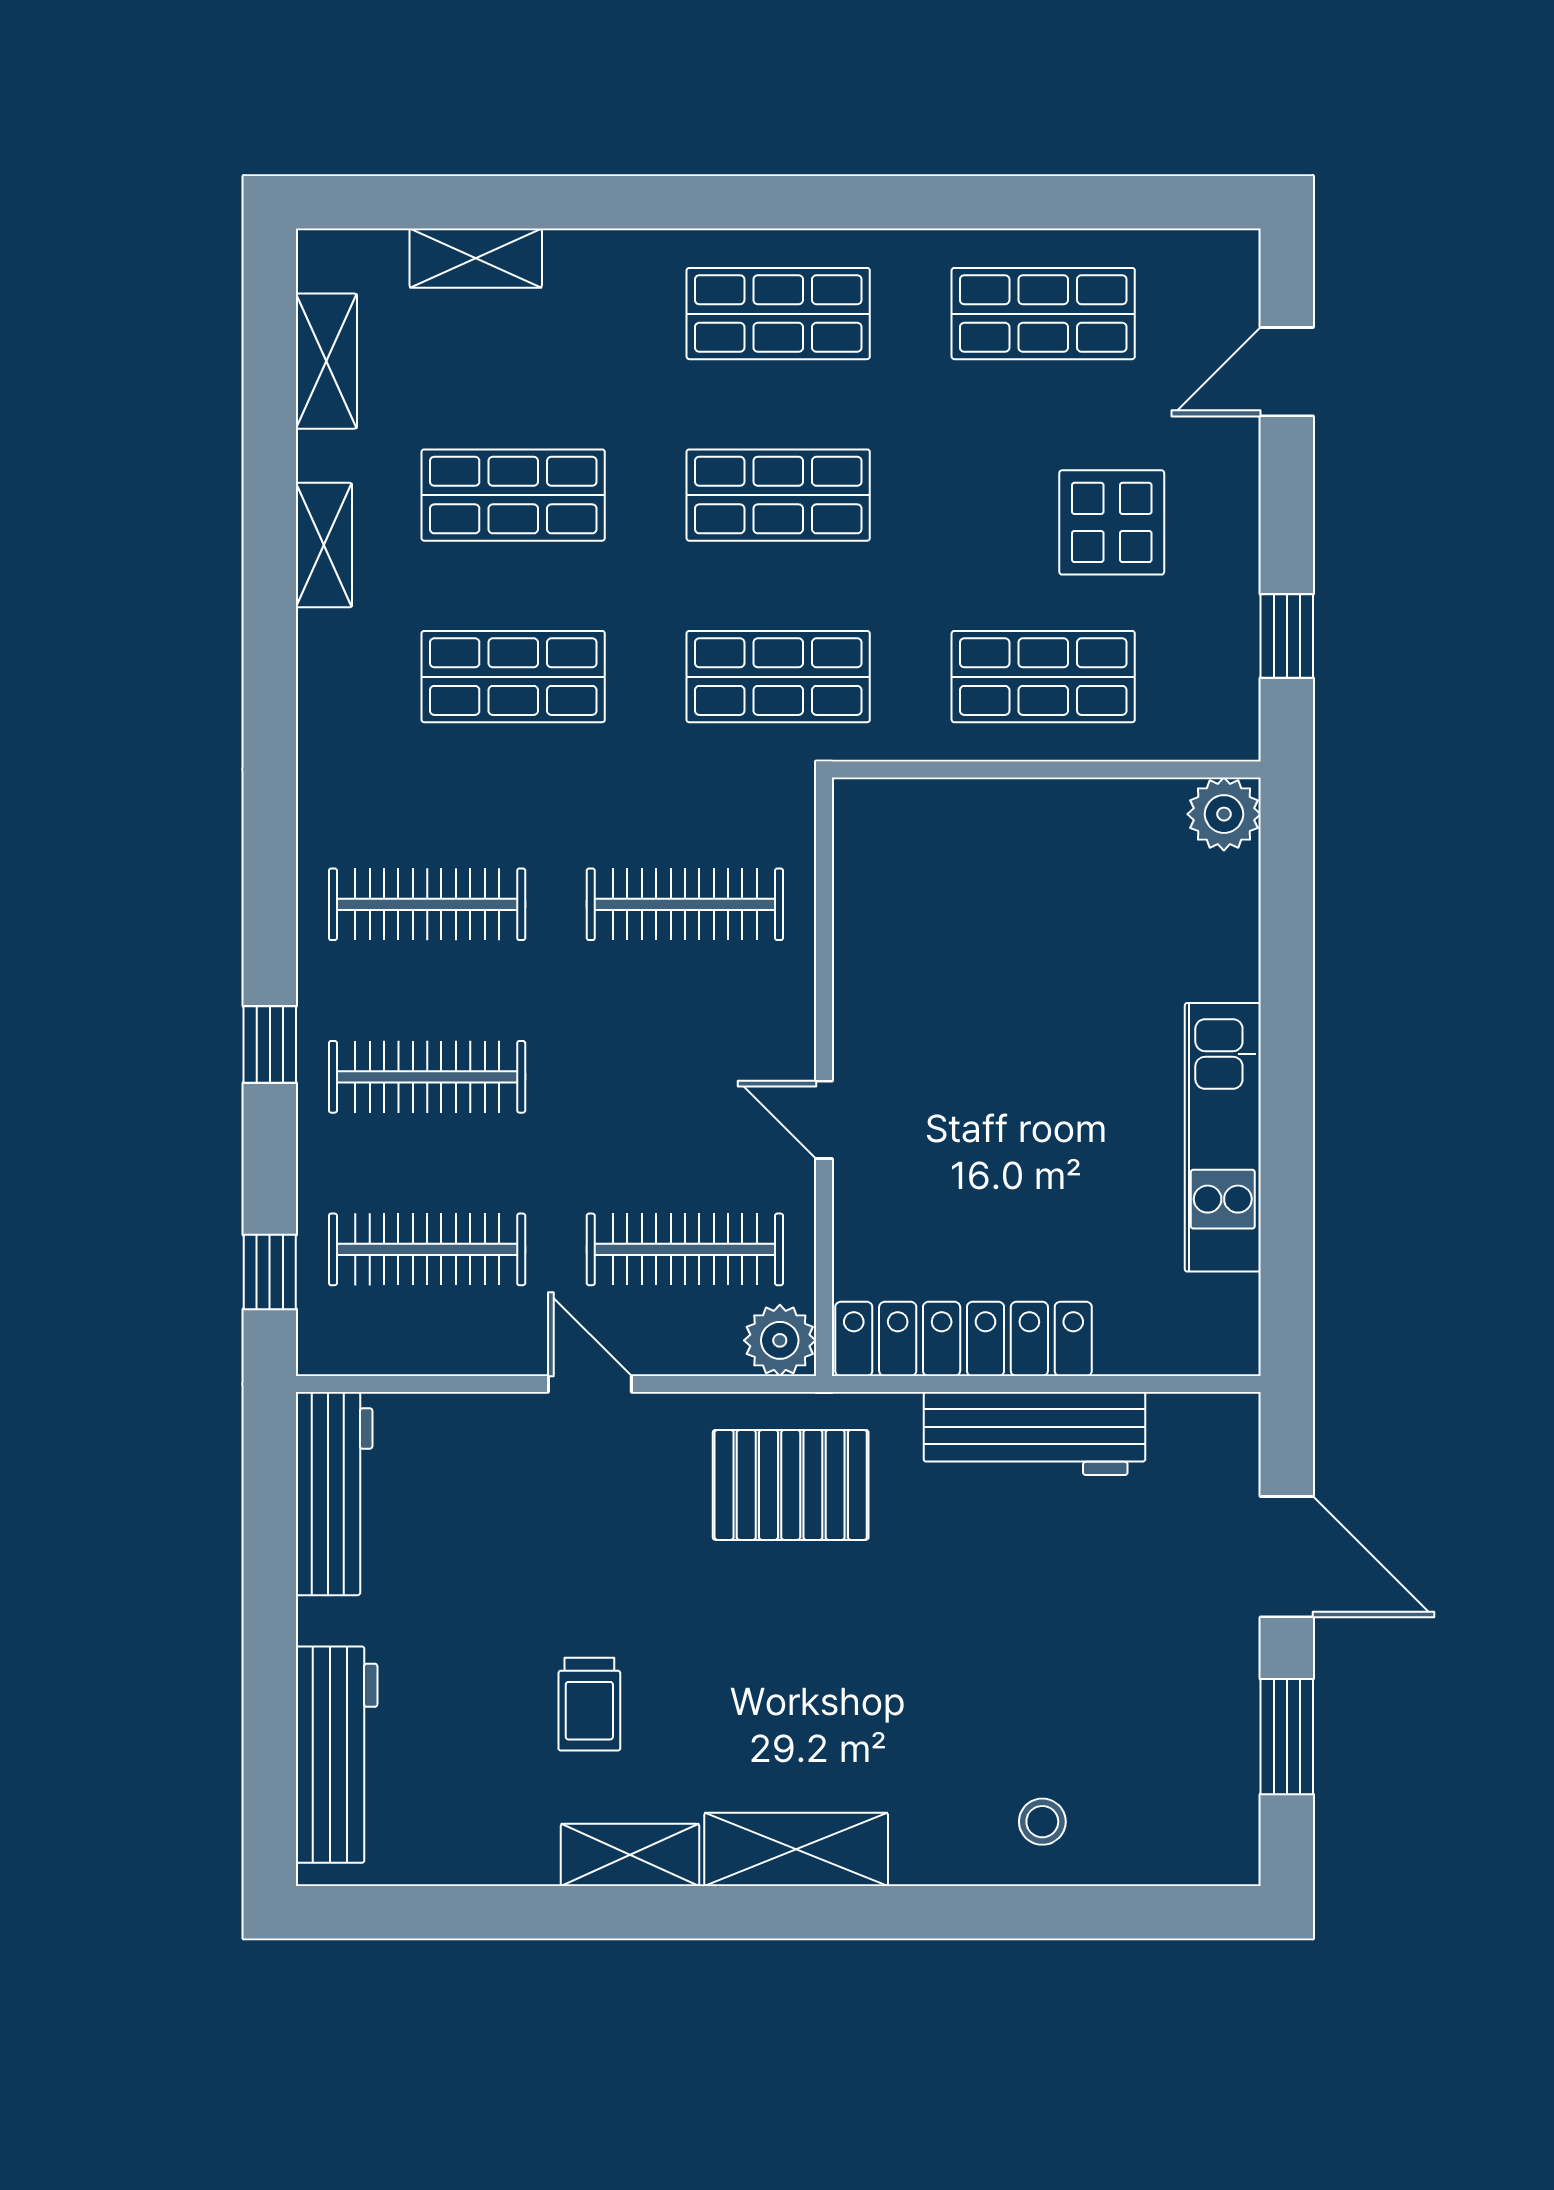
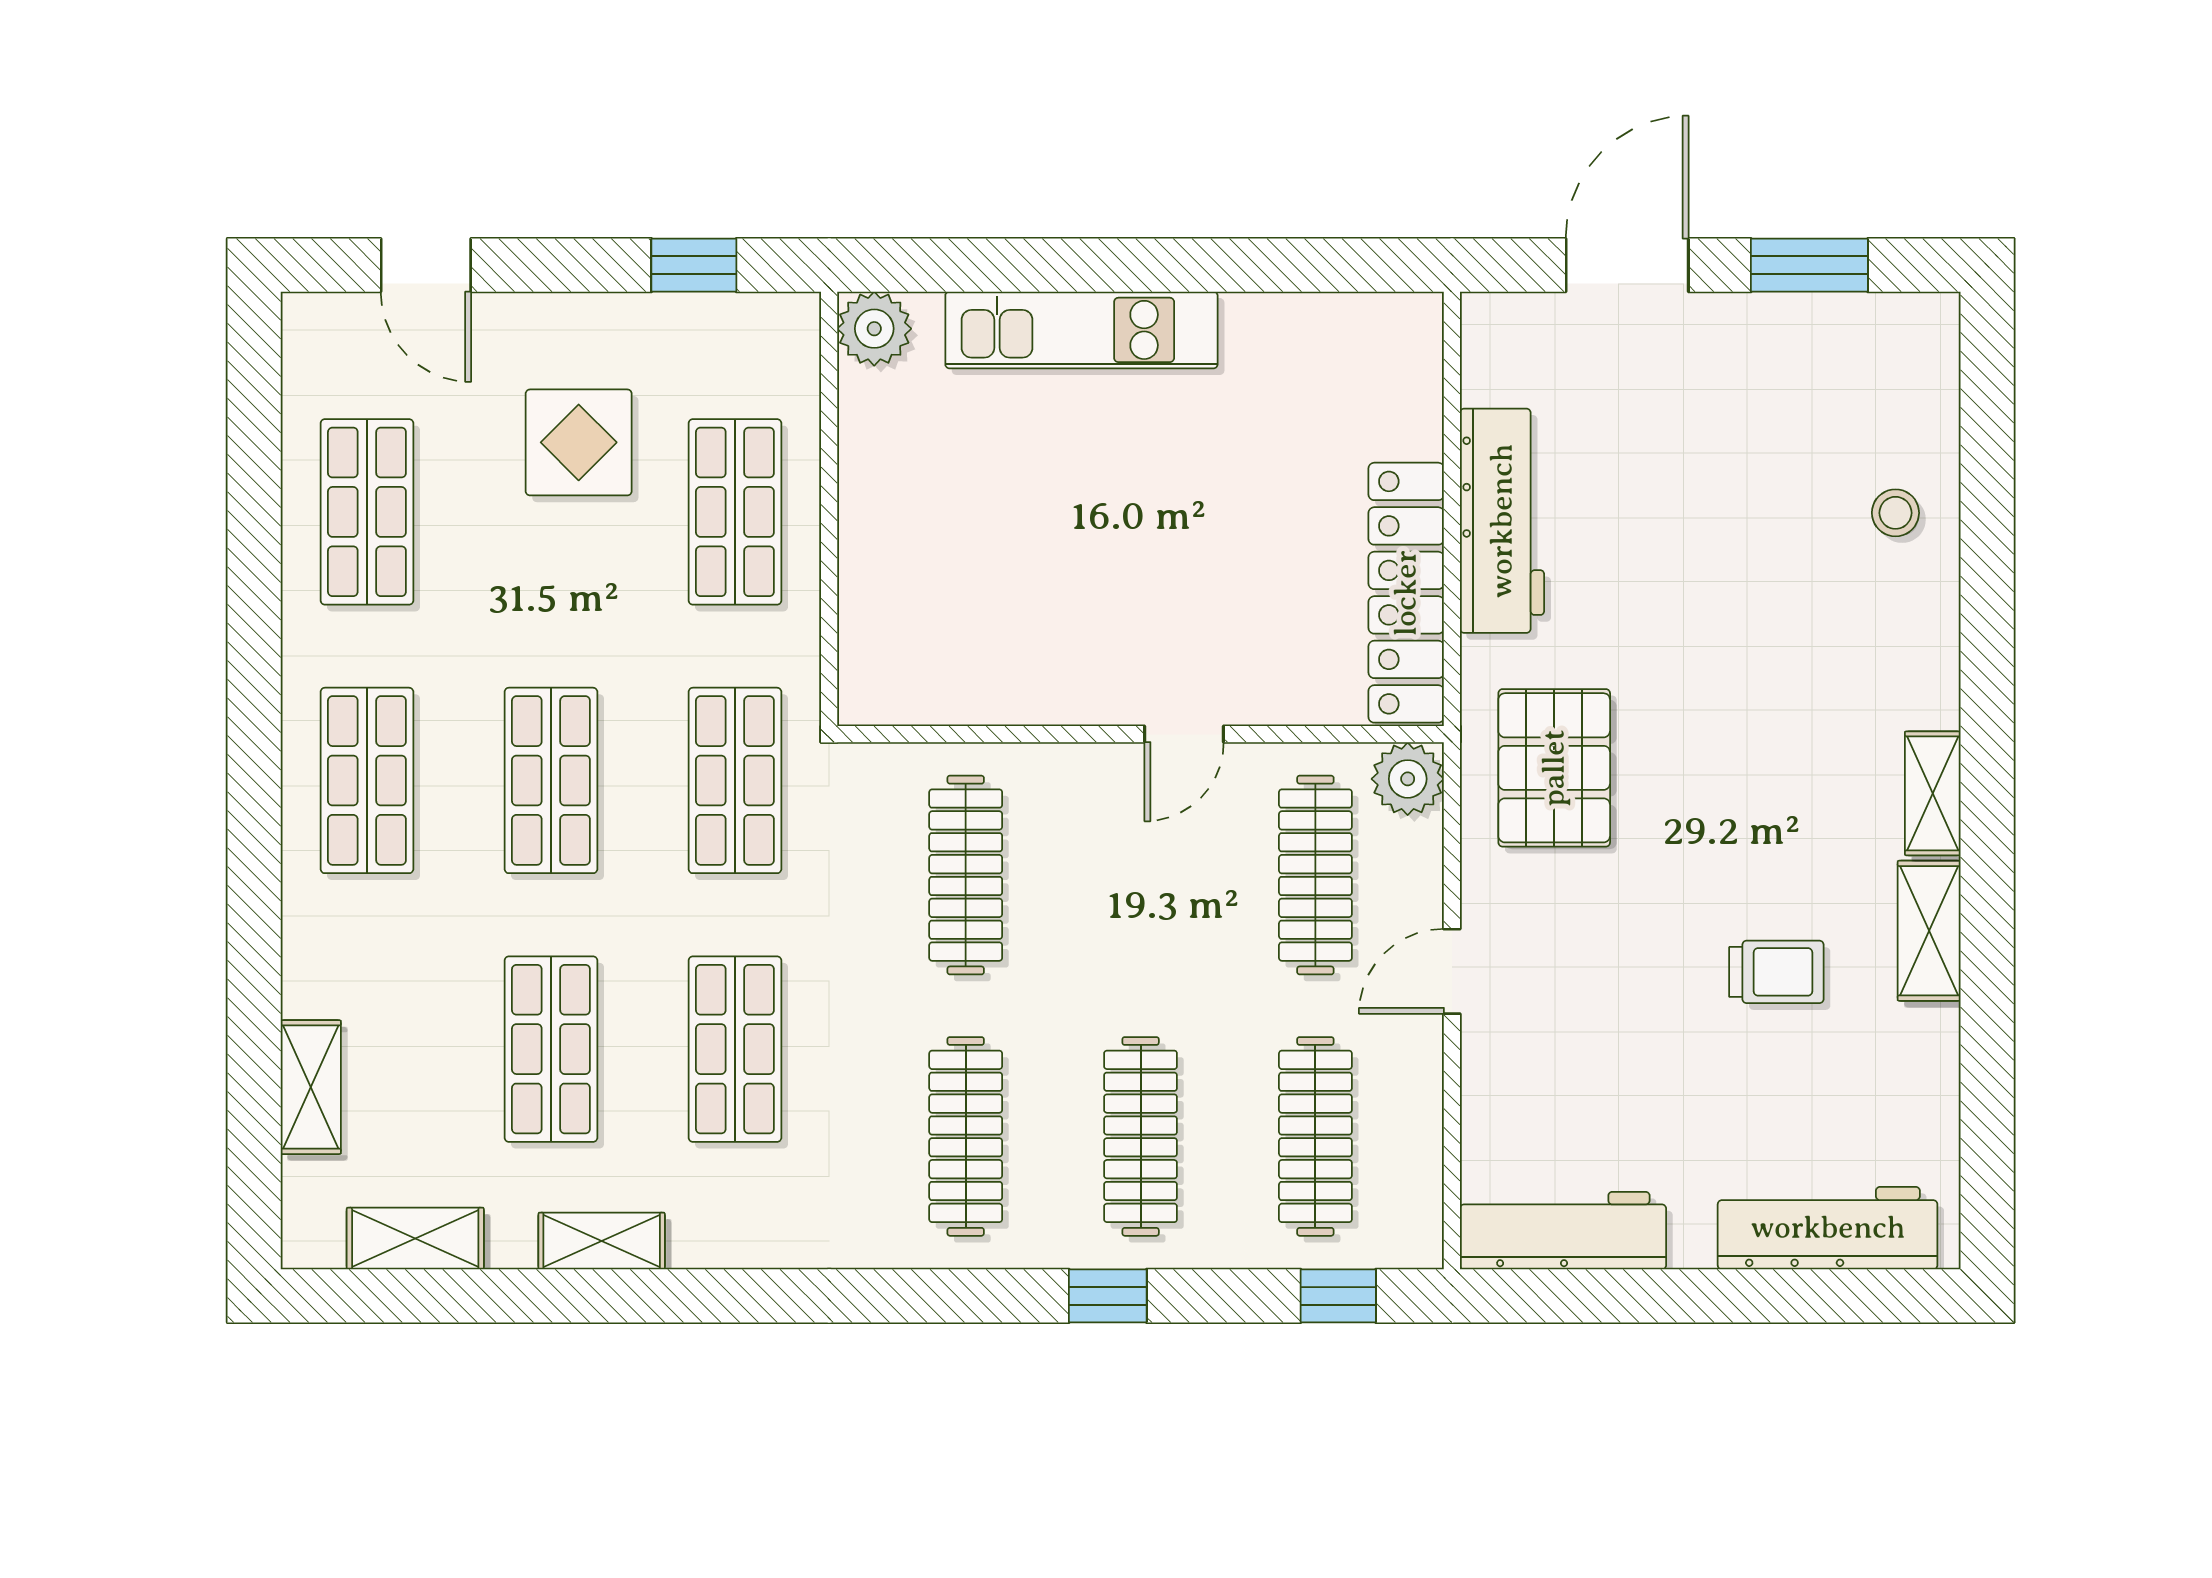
kitchen unit: (1223, 1137) -> (1081, 330), moved
shelving: (796, 1849) -> (1933, 793), width x0.67, depth x0.75

